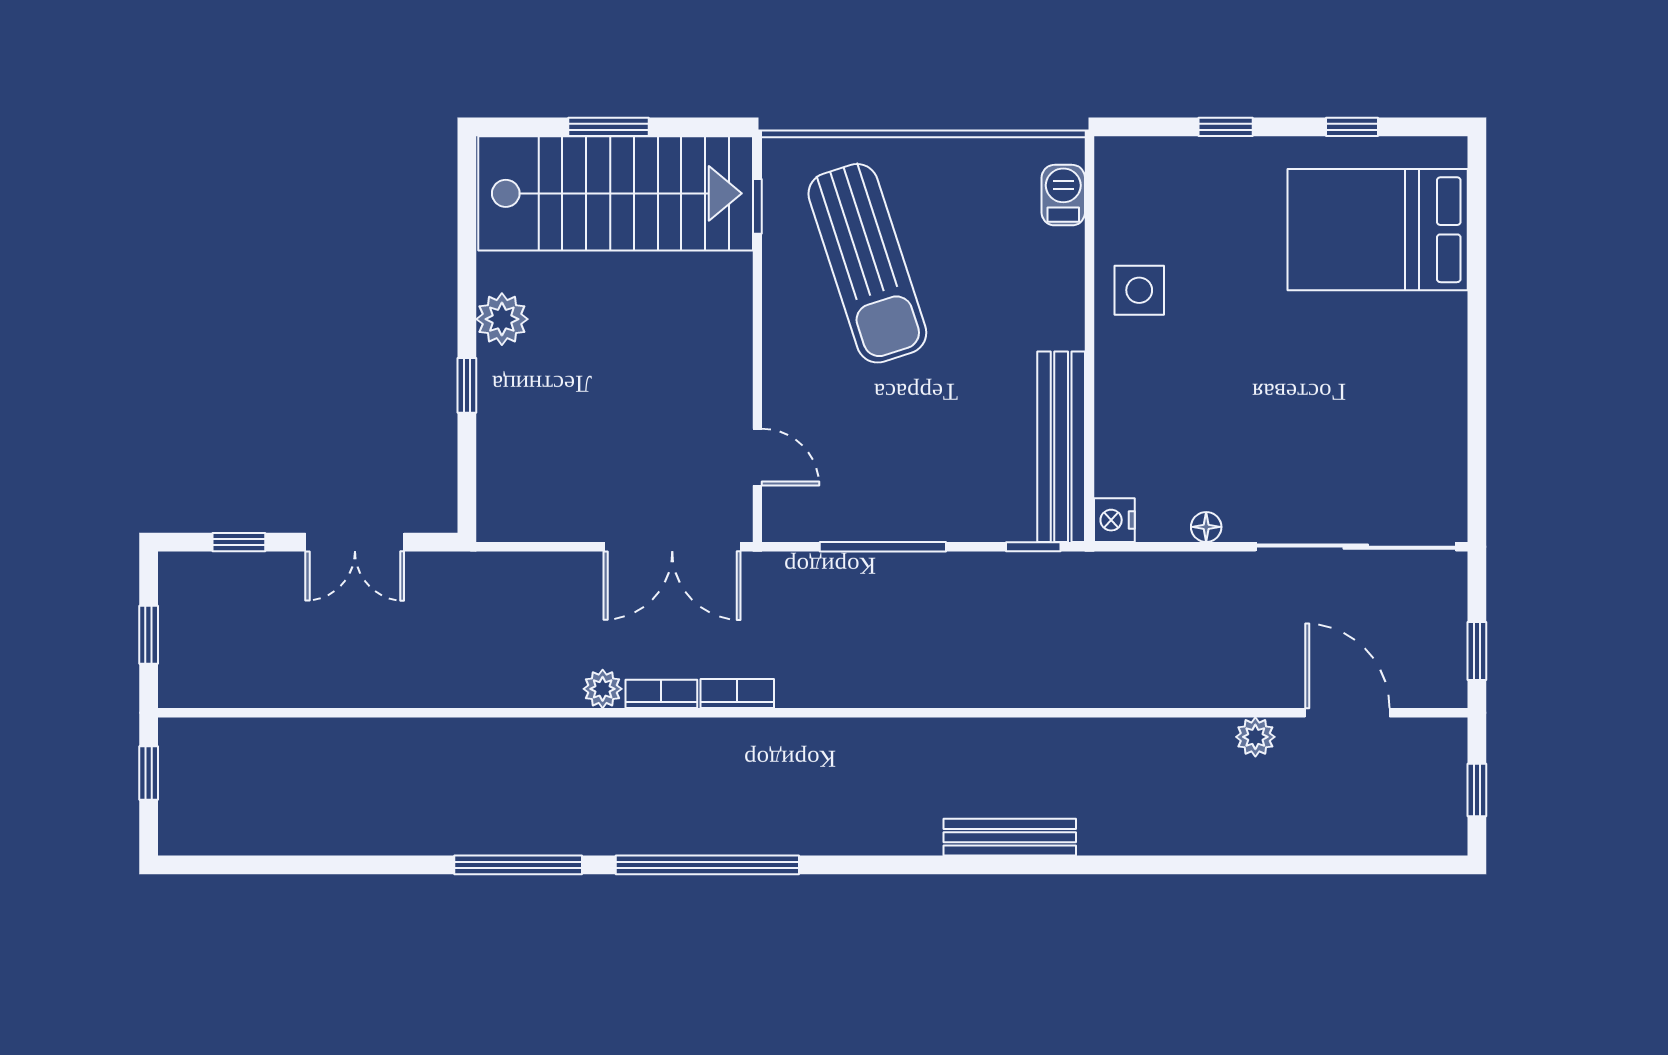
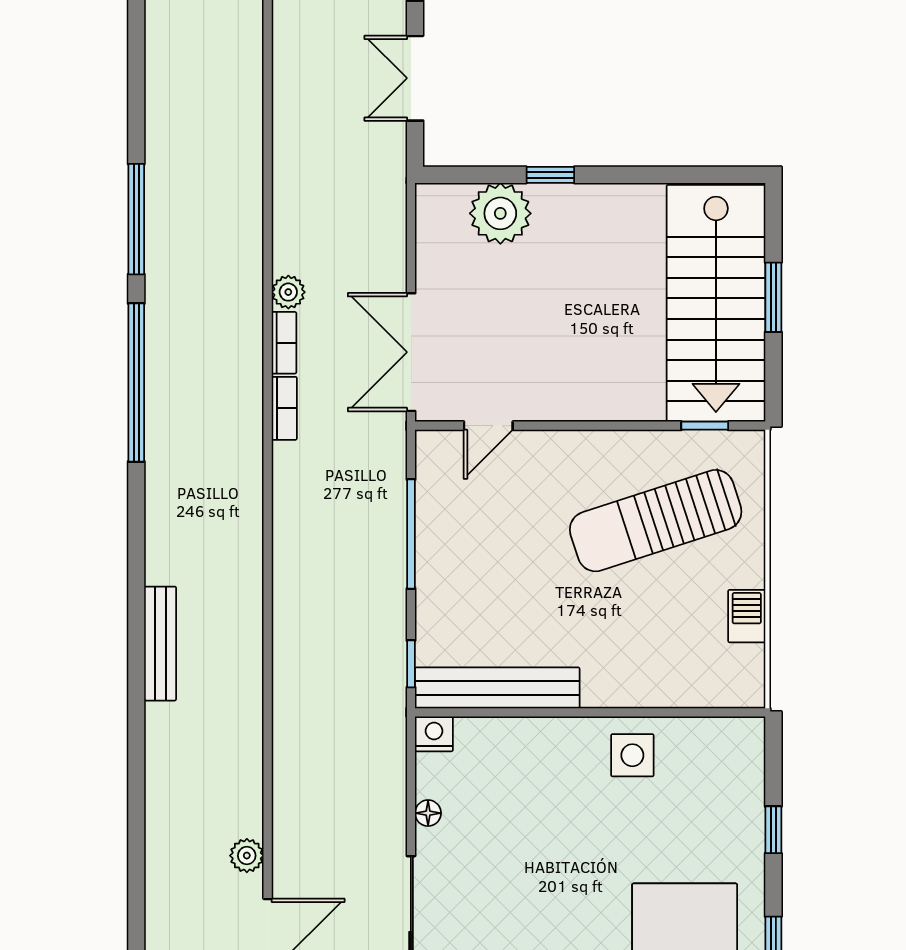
barbecue: (1063, 195) -> (747, 616), moved, turned -90
plant: (502, 319) -> (500, 213), moved, width x1.36, depth x1.36

